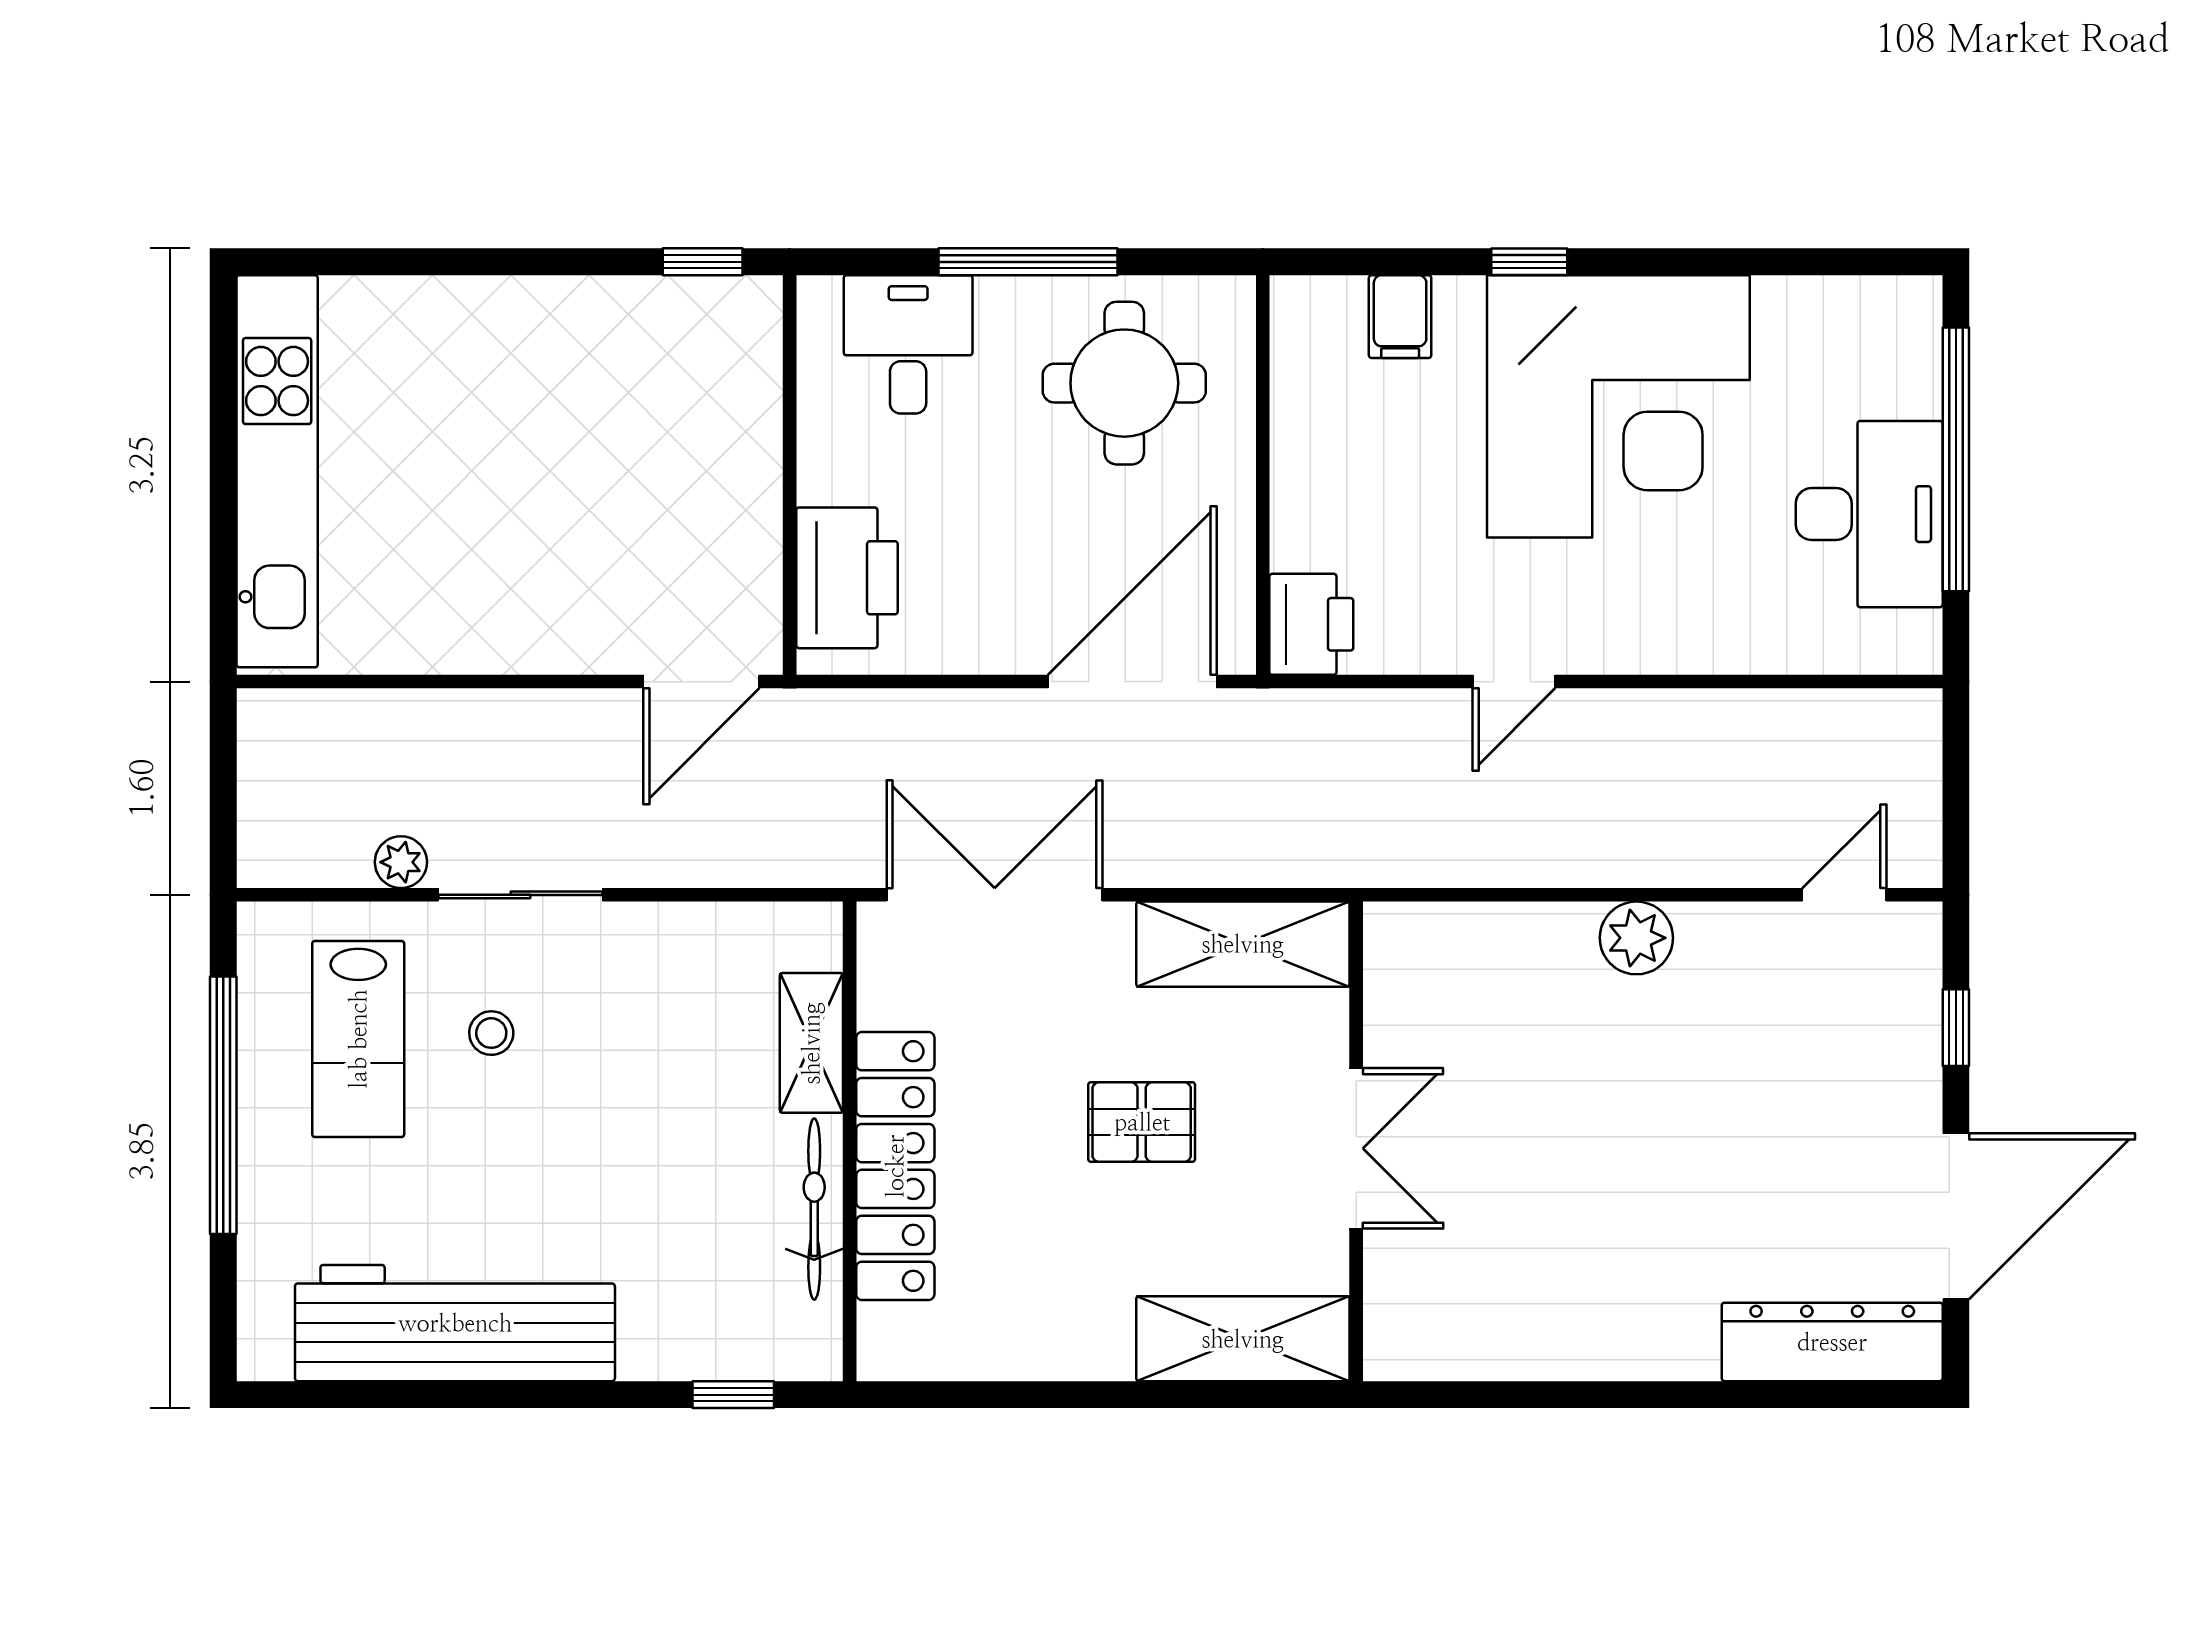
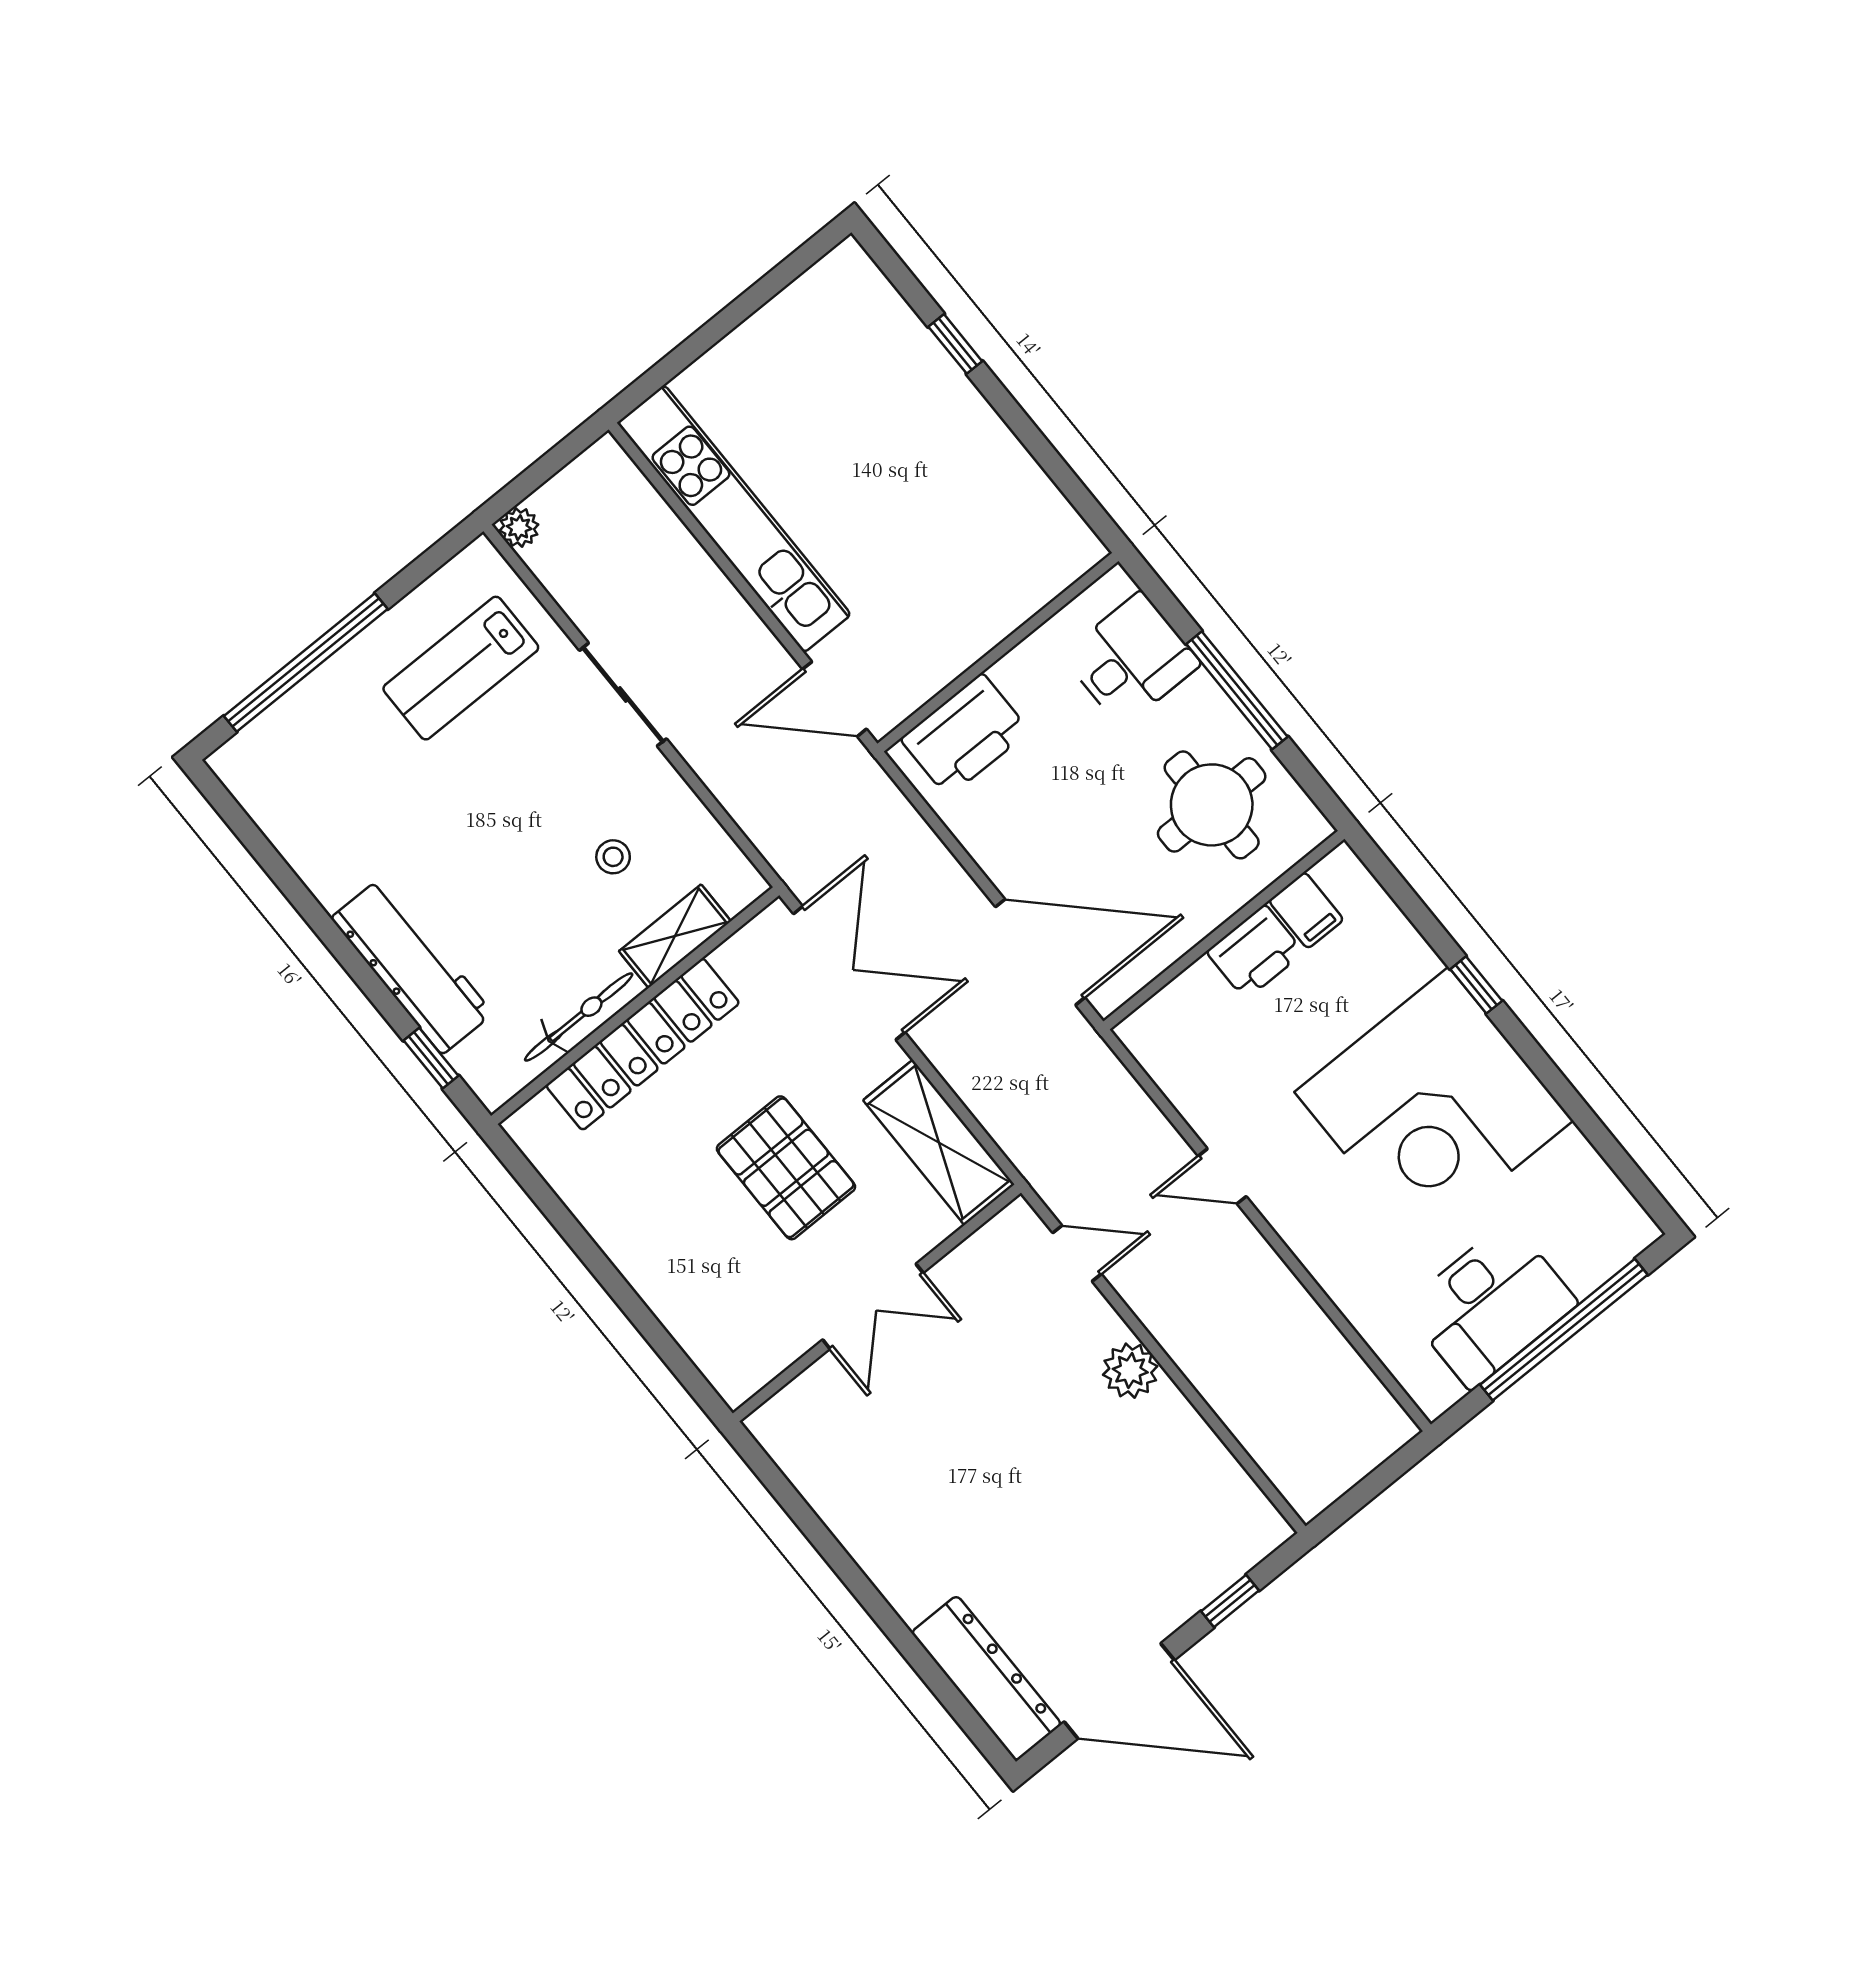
window: (703, 262) -> (955, 344), moved
filing cabinet: (1400, 317) -> (1306, 910), moved, turned -90
kitchen unit: (277, 471) -> (734, 519), moved, turned -90
printer: (1311, 624) -> (1255, 952), moved
plant: (401, 862) -> (519, 528), moved
door: (1844, 895) -> (1077, 1253), moved
stool: (491, 1033) -> (613, 857), moved
window: (223, 1105) -> (306, 662), moved
pallet: (1142, 1122) -> (786, 1168), width x1.50, depth x1.42
workbench: (455, 1323) -> (412, 966), moved, width x0.73, depth x0.76
shelving: (1243, 1339) -> (707, 1331), removed

